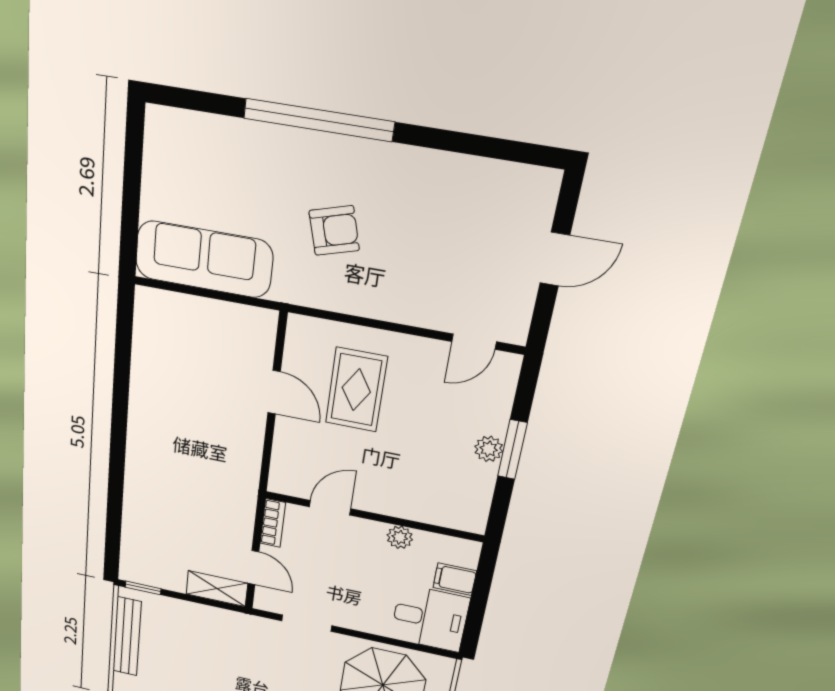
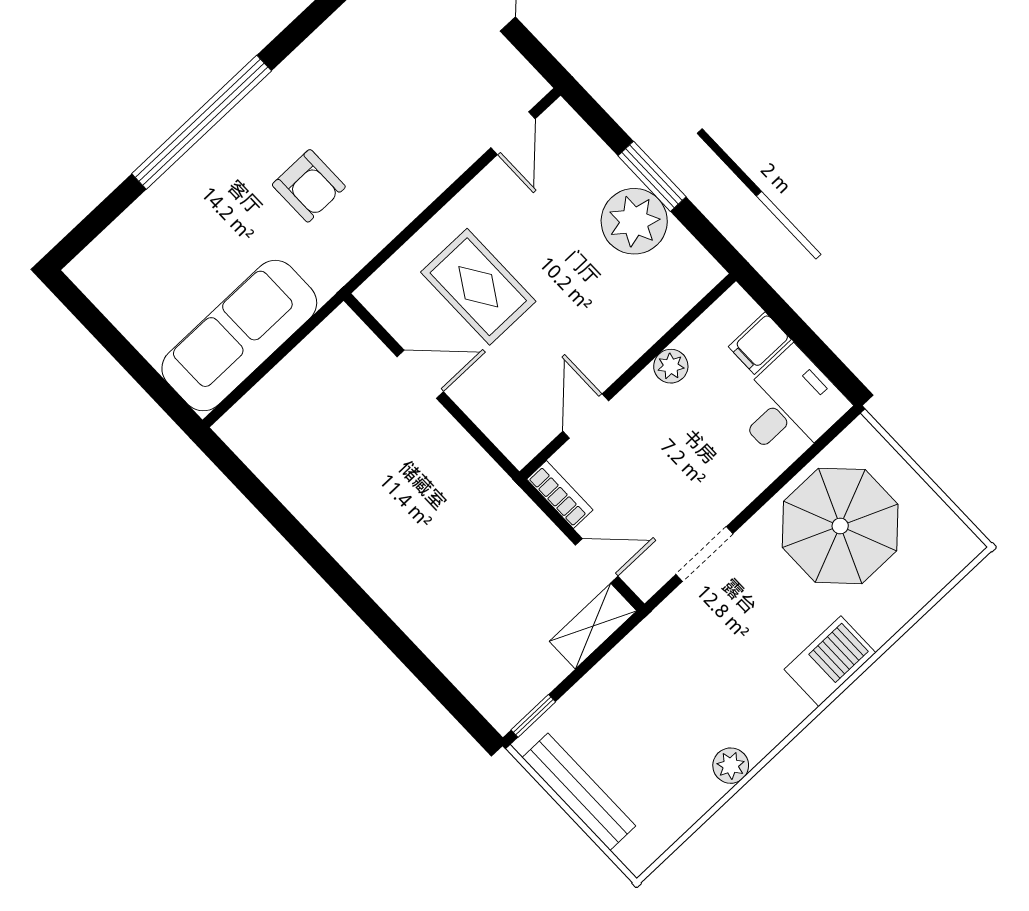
armchair: (334, 230) -> (309, 186), turned 106
plant: (489, 449) -> (634, 221), width x1.88, depth x1.88

